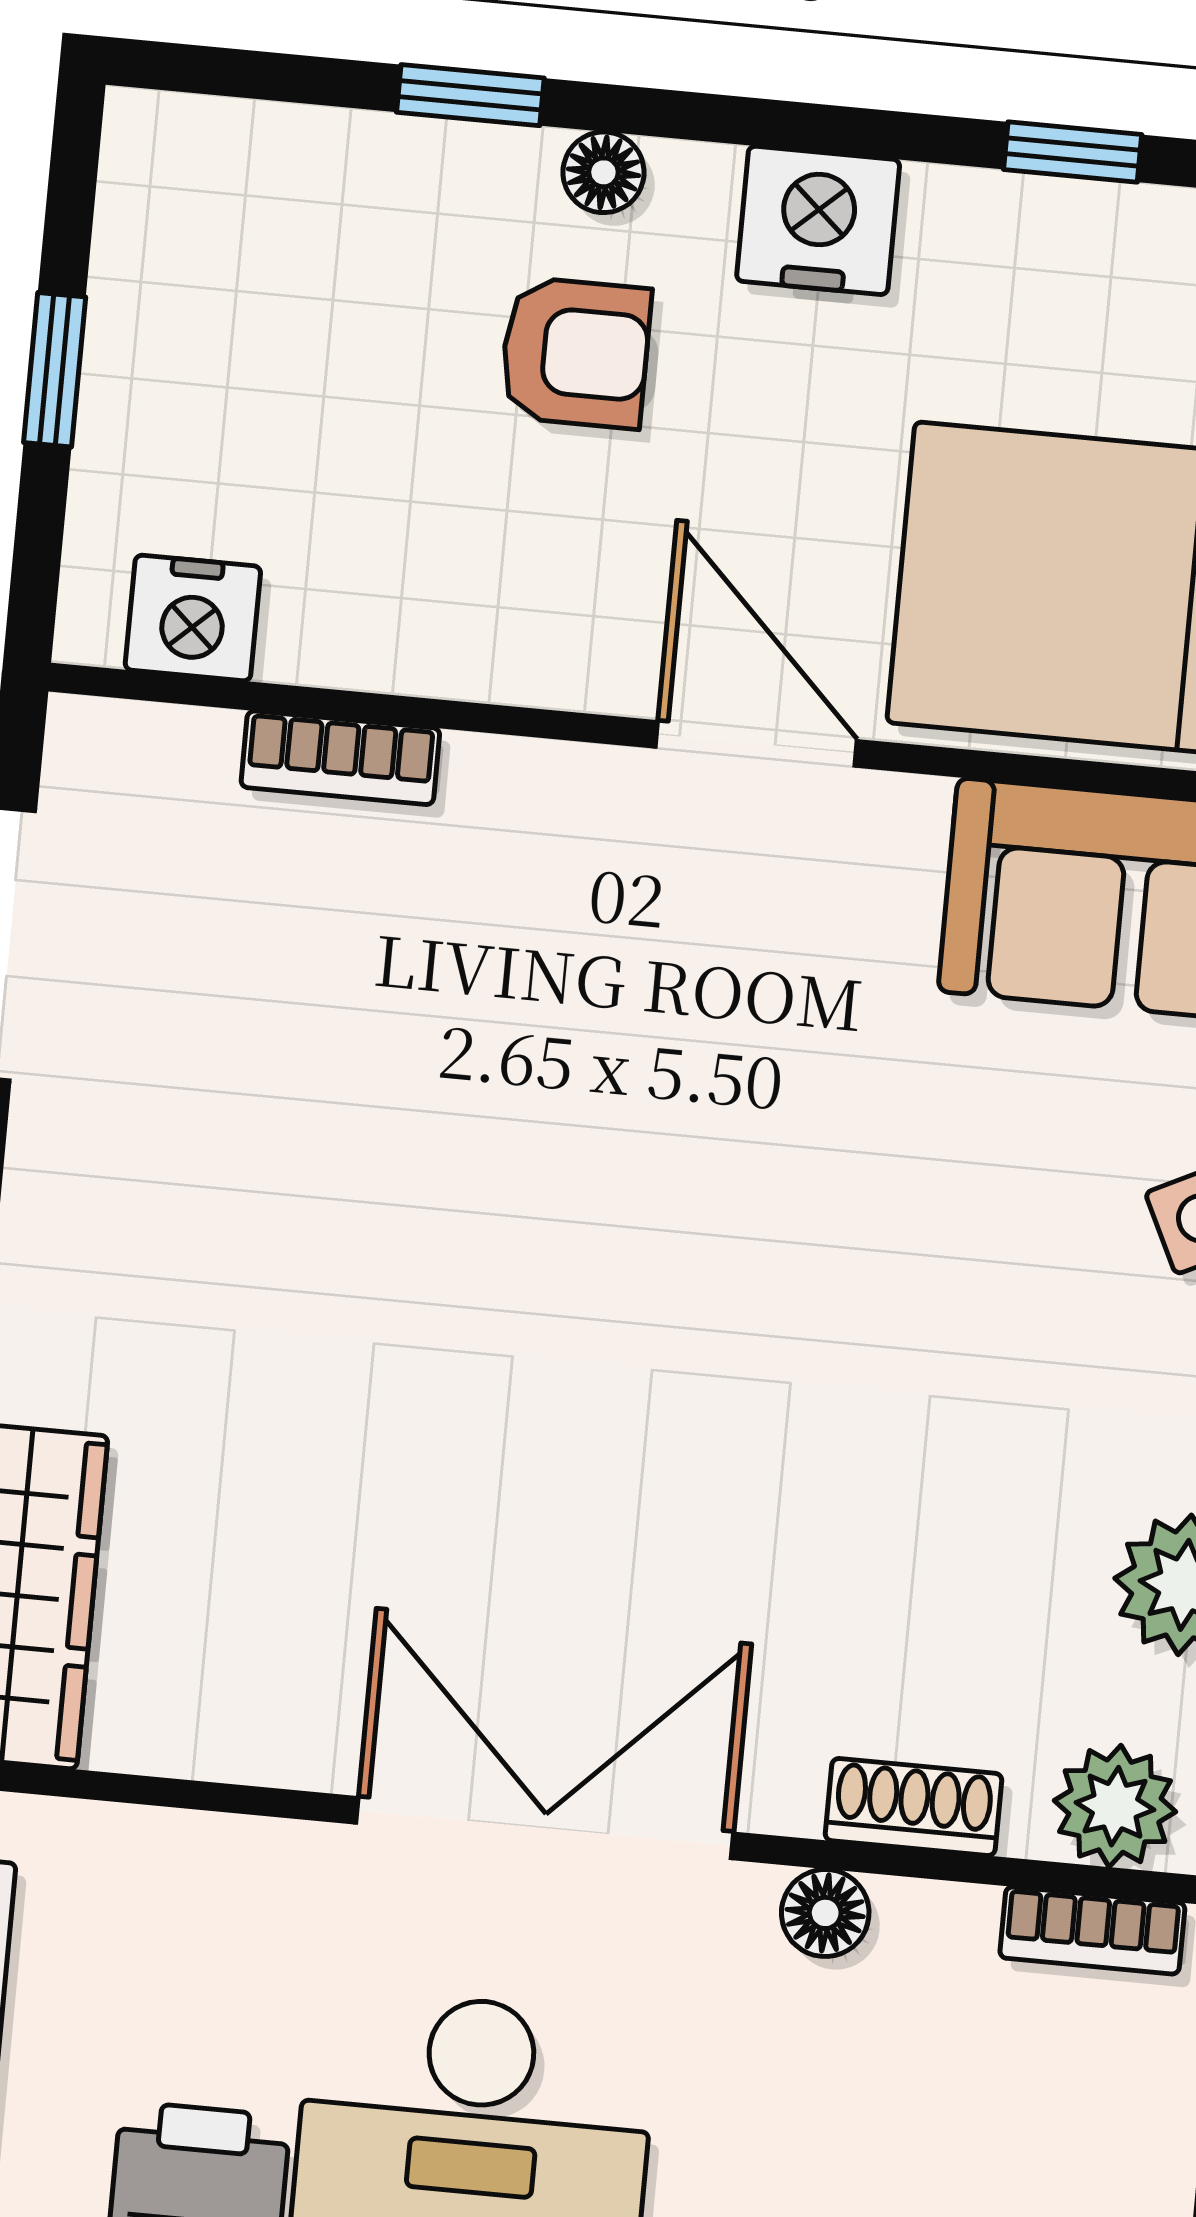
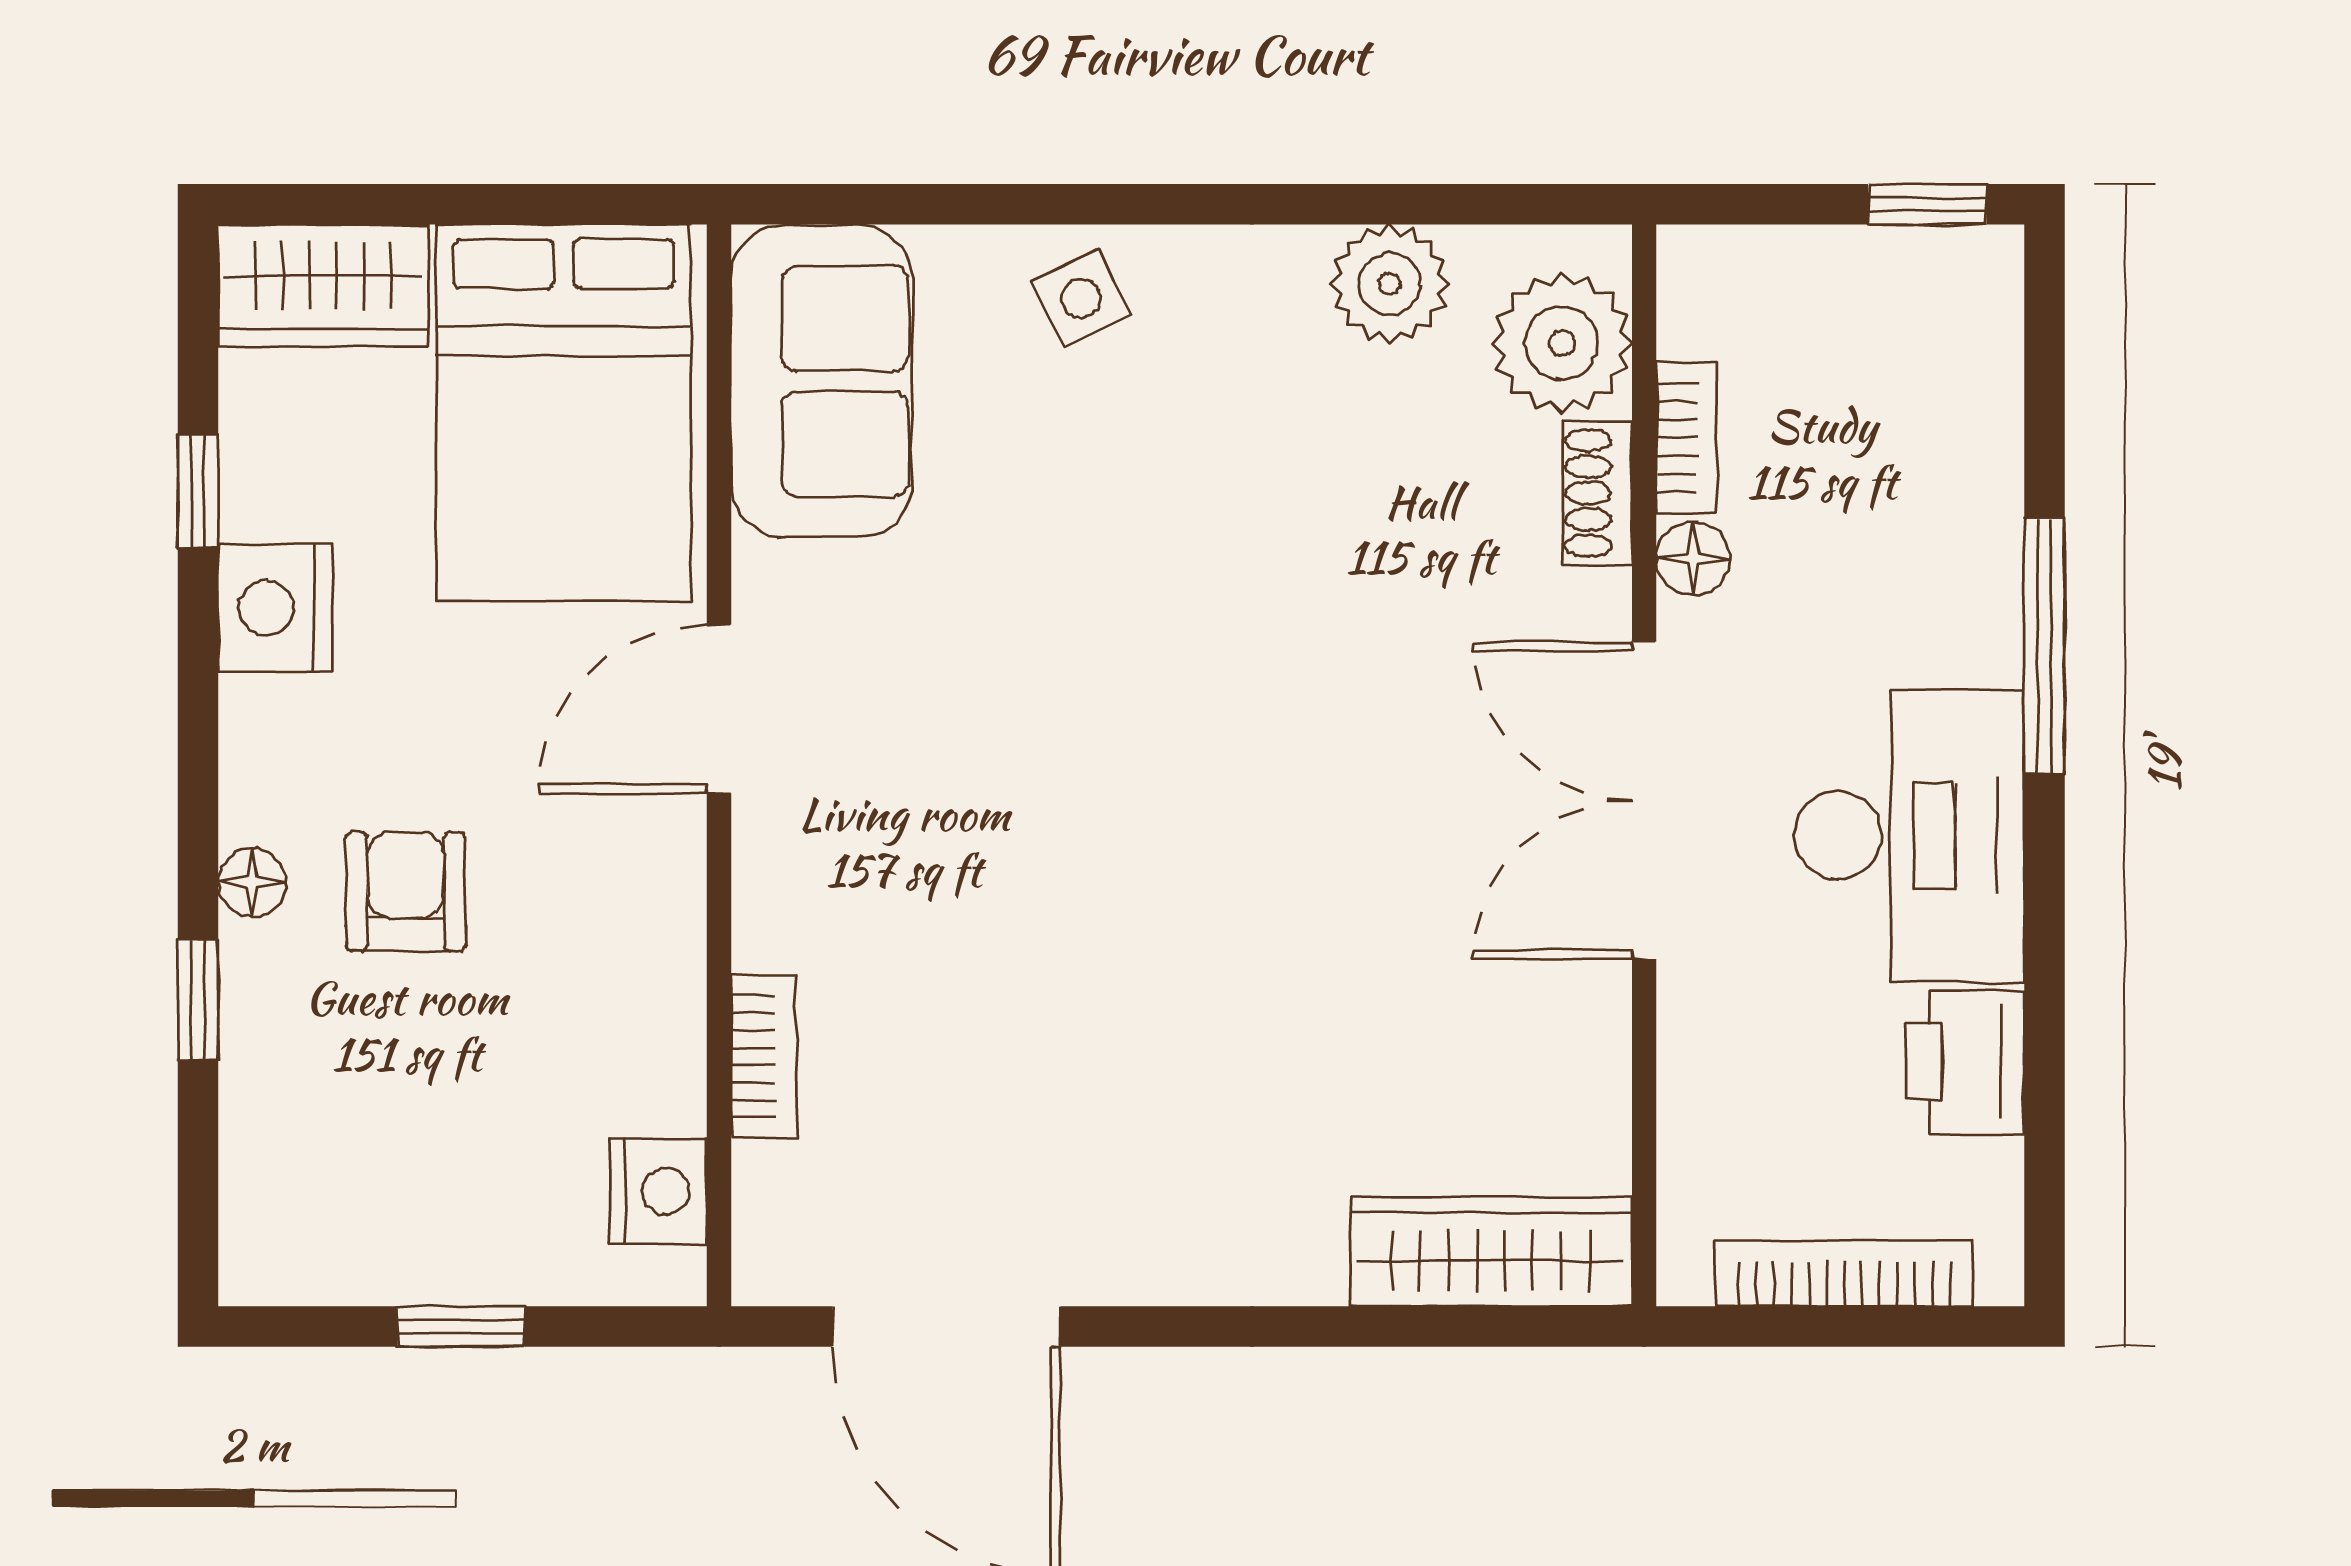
nightstand: (818, 220) -> (275, 608), moved
plant: (1115, 1806) -> (1562, 343), width x1.36, depth x1.36
bookcase: (1092, 1930) -> (1686, 438), moved

